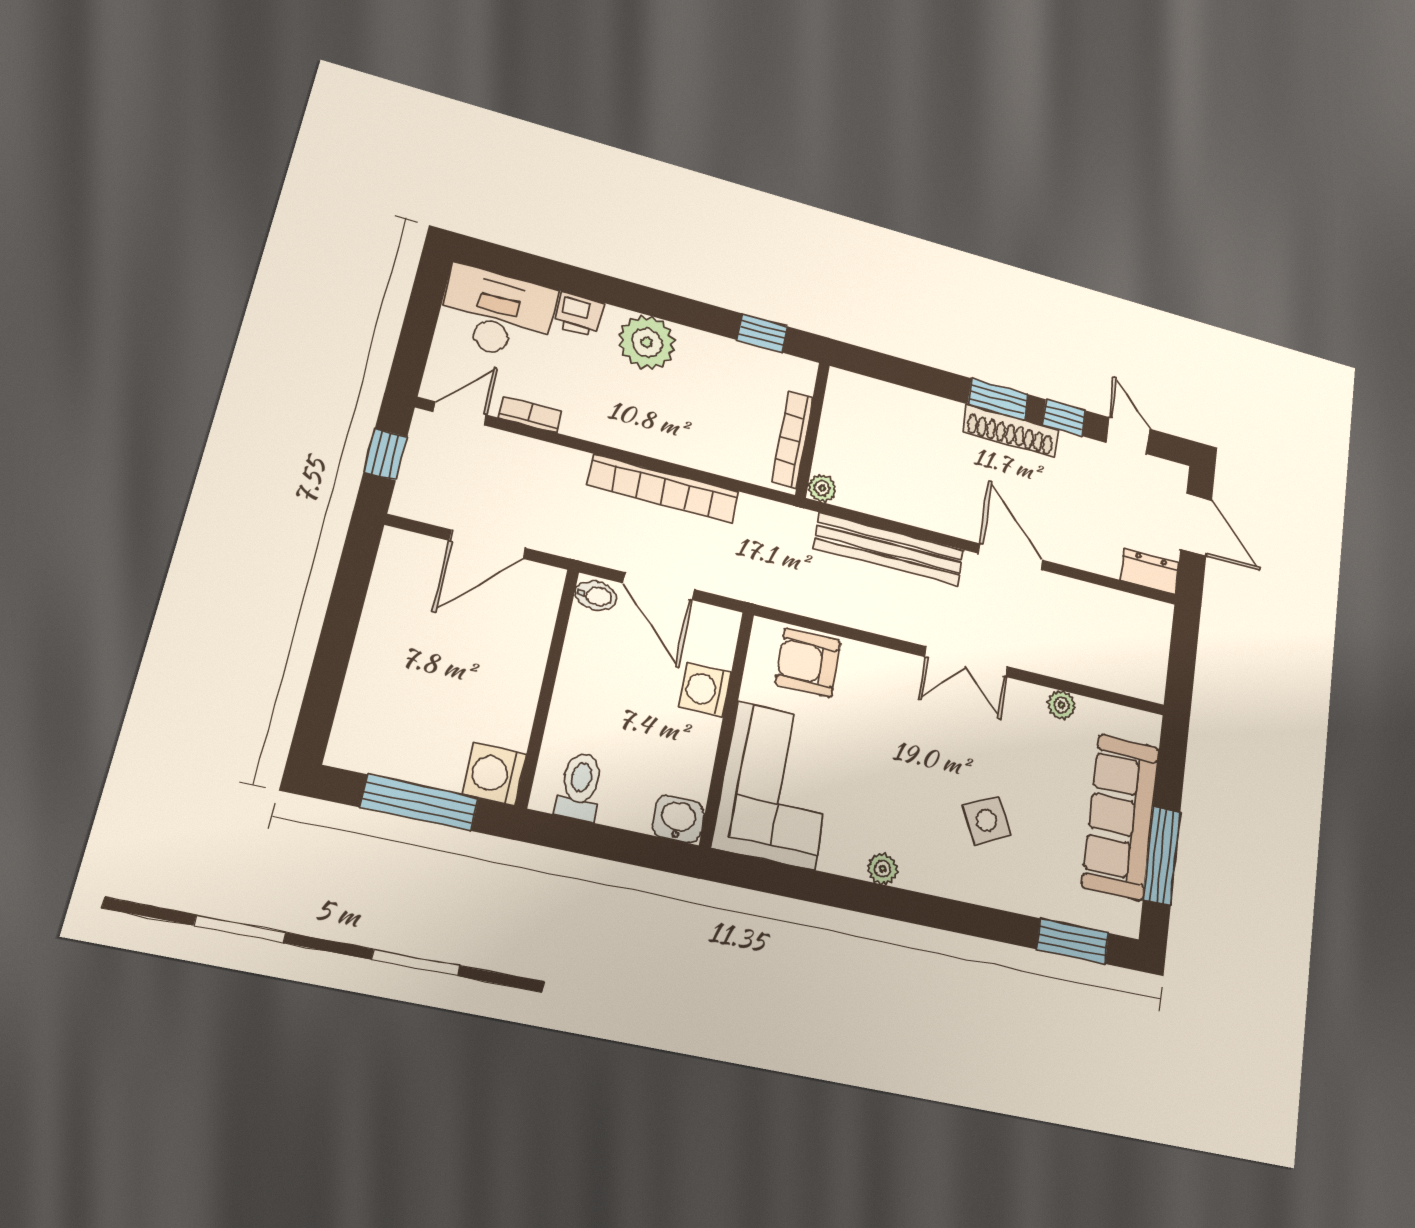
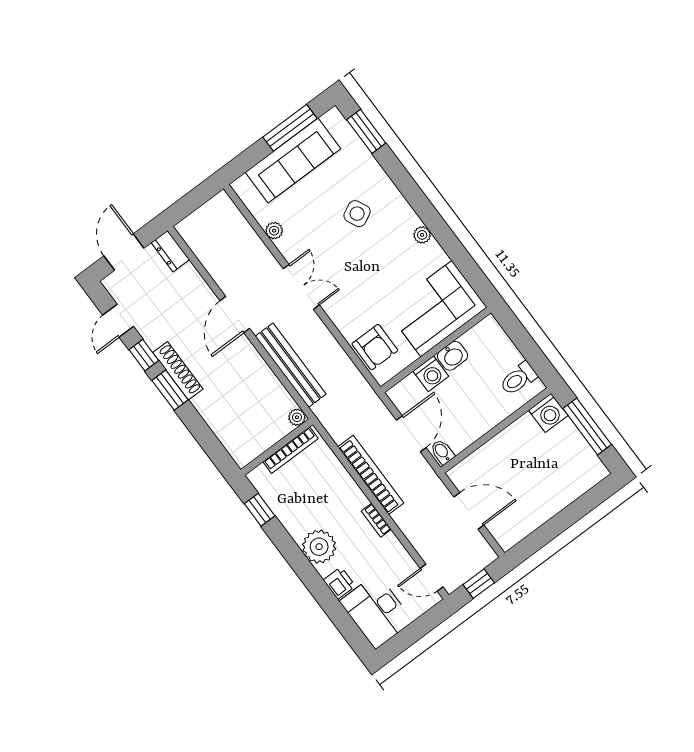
bookcase: (530, 415) -> (376, 520), moved
washbasin: (678, 819) -> (453, 356), moved, turned -90

